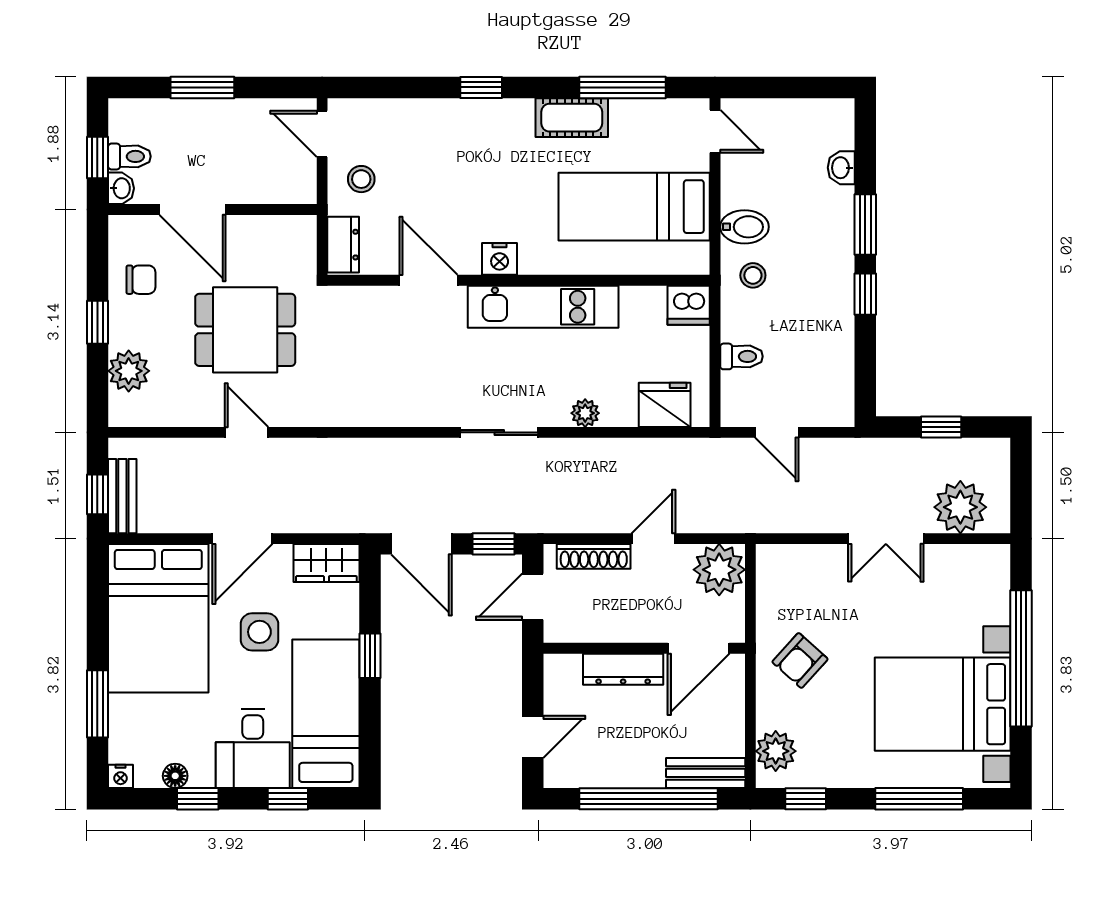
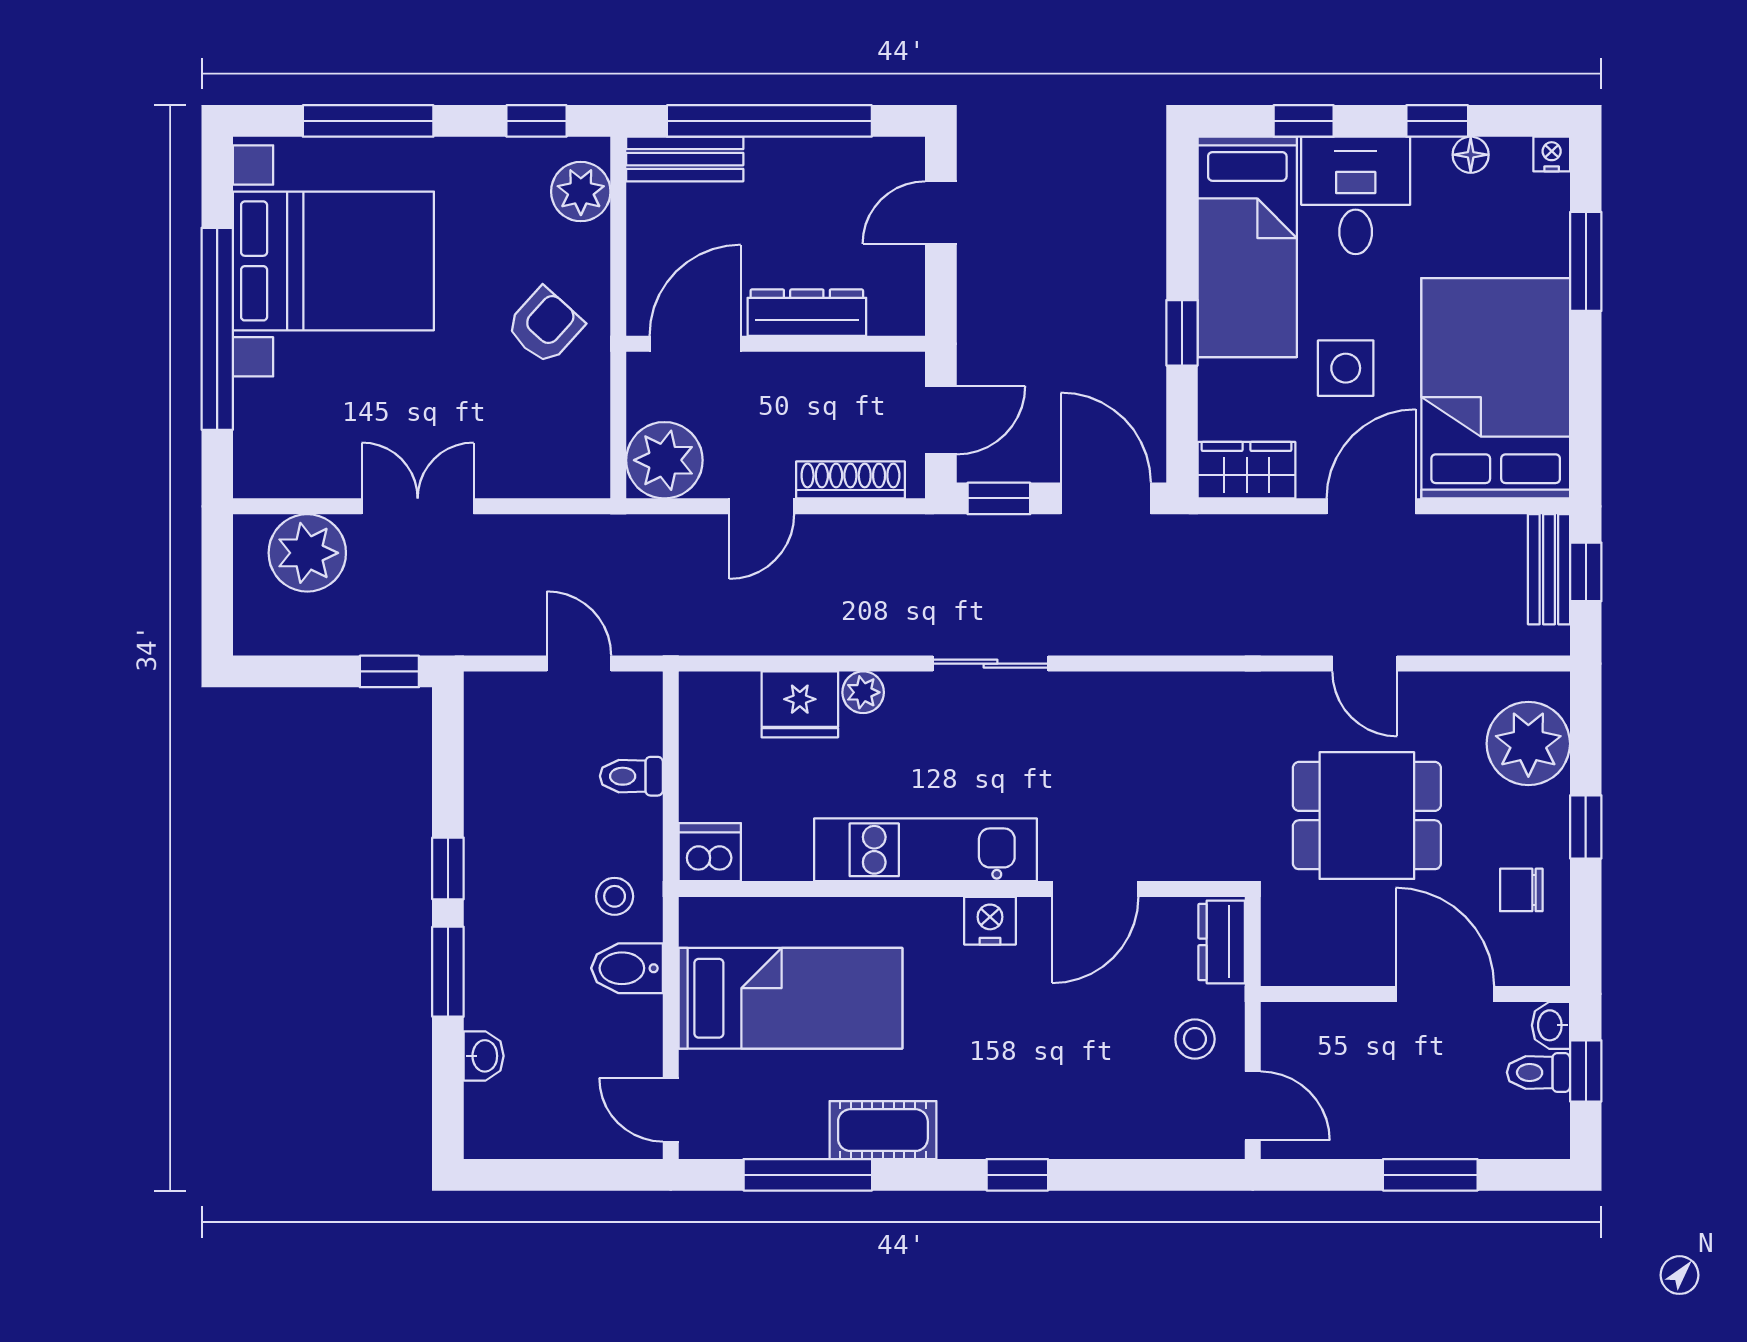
door: (429, 280) -> (1095, 889), hinge flipped
plant: (129, 371) -> (1528, 744), width x1.36, depth x1.36
fridge: (665, 405) -> (800, 704), moved
window: (941, 427) -> (389, 671), moved

